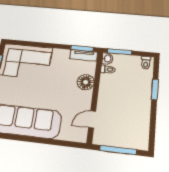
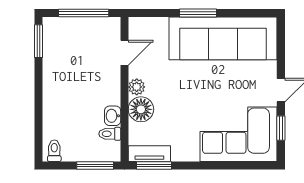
washbasin: (107, 59) -> (113, 116), moved
window: (155, 89) -> (38, 41), moved
plant: (87, 96) -> (137, 87), added
window: (38, 140) -> (198, 13), added

